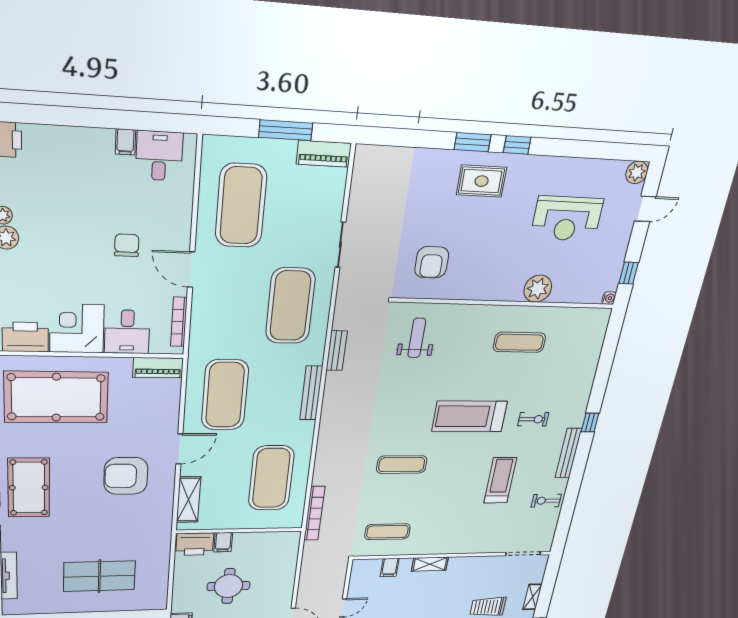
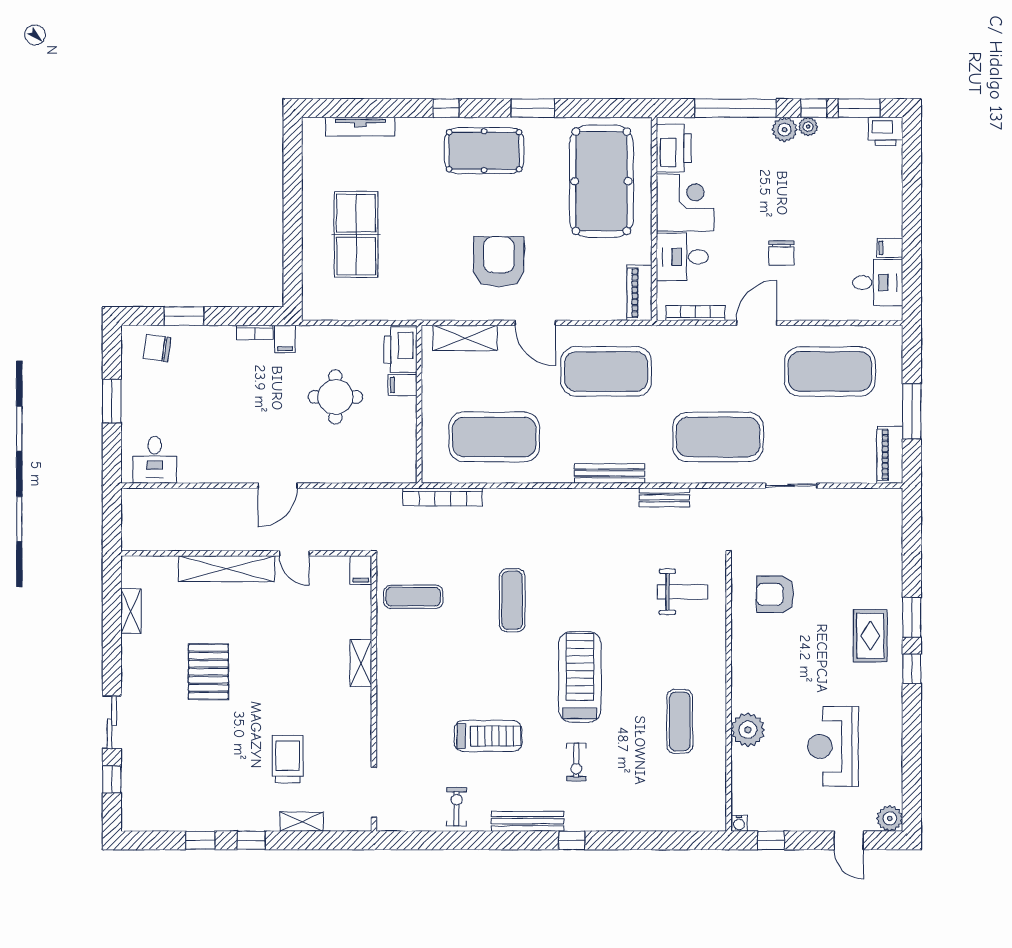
chair: (127, 245) -> (781, 253), turned 90
exercise mat: (387, 532) -> (413, 597), turned 90
filing cabinet: (390, 568) -> (361, 570), moved, turned -90

